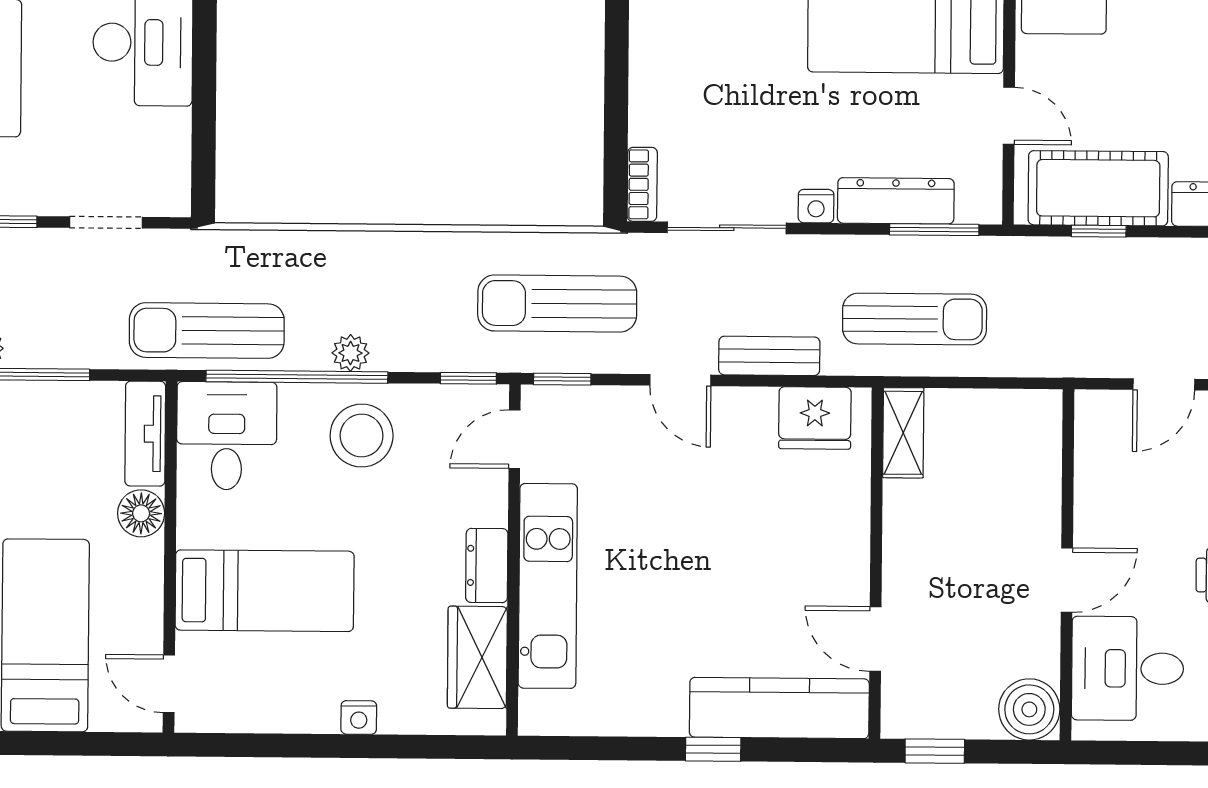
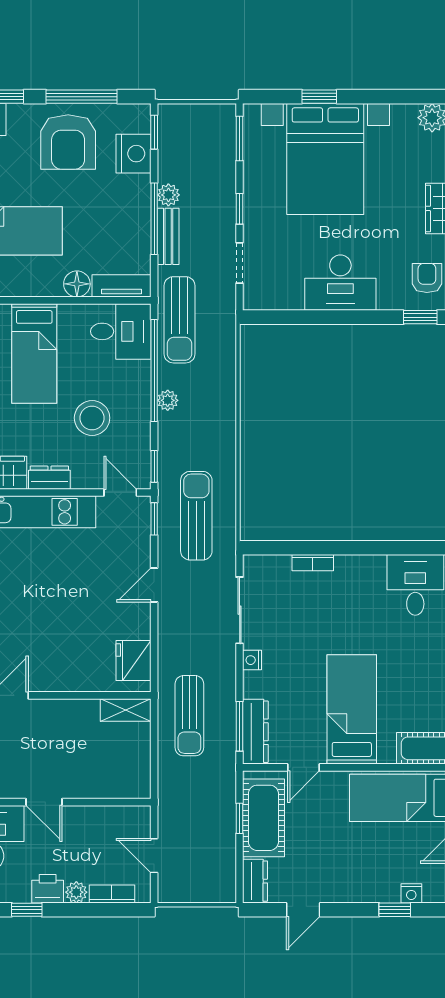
bookcase: (642, 184) -> (313, 563), moved
dresser: (896, 201) -> (255, 732), moved
sun lounger: (207, 331) -> (179, 320), turned 180
bench: (769, 356) -> (168, 236), moved
stool: (362, 436) -> (92, 418), moved

